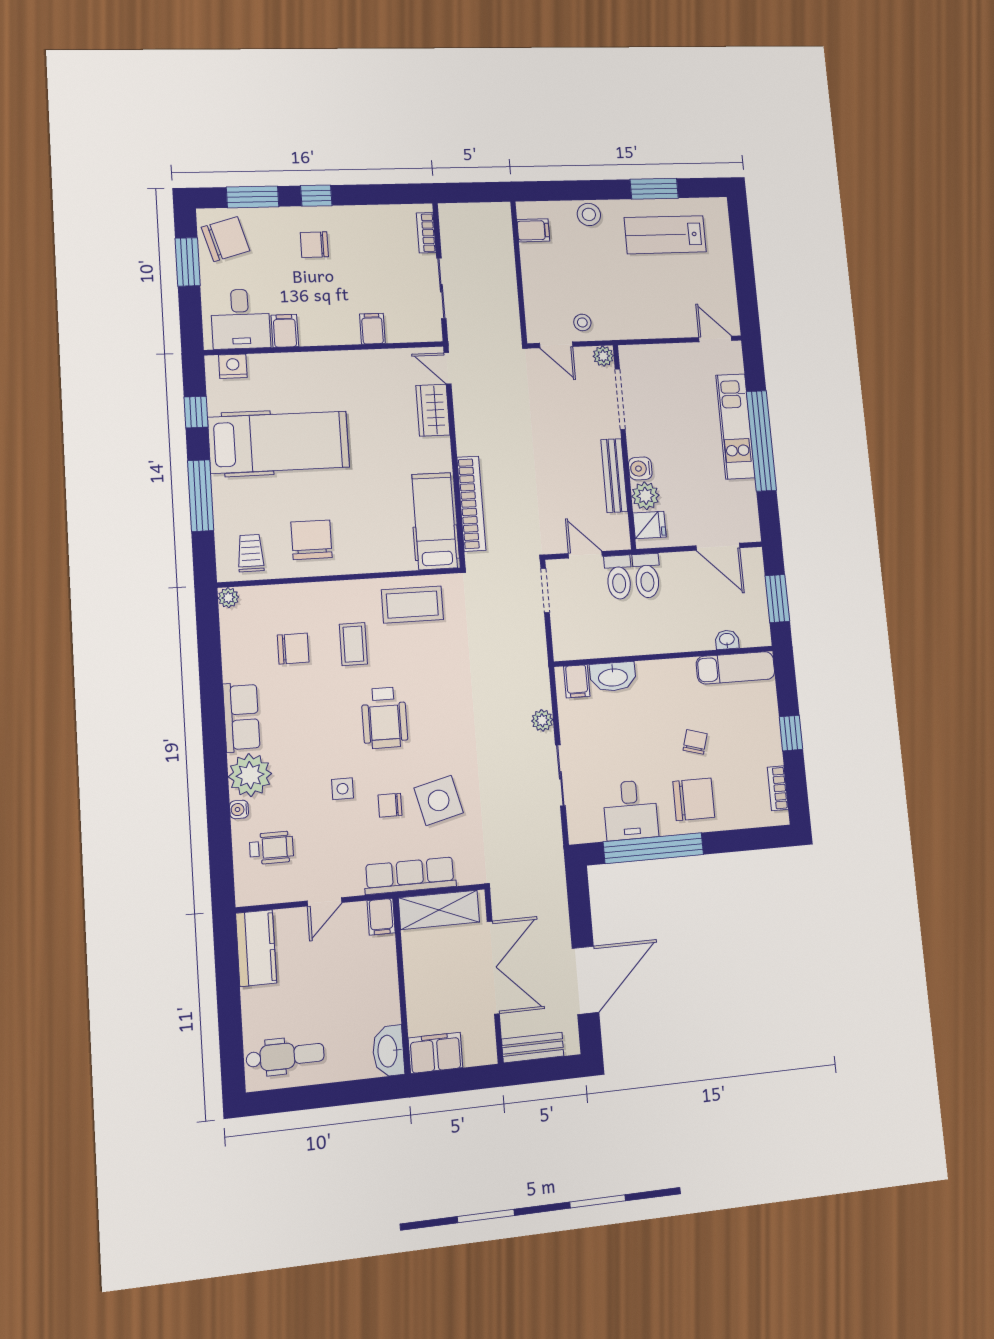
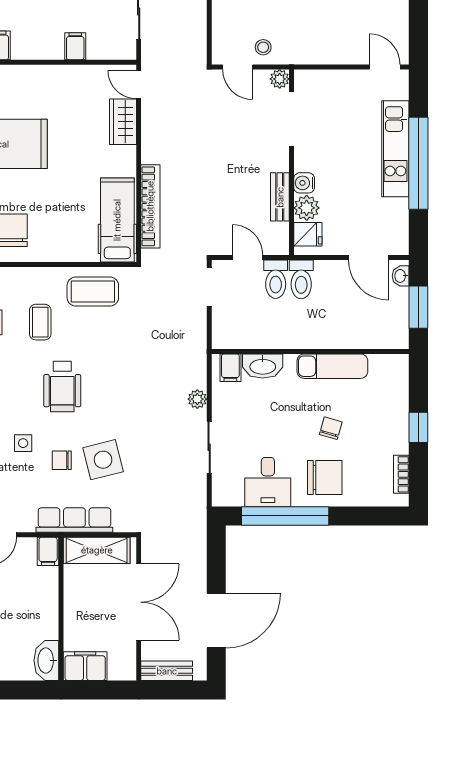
bench: (614, 475) -> (280, 197), width x0.73
washbasin: (727, 640) -> (401, 276), moved, turned -90
exam couch: (735, 668) -> (332, 366), moved

